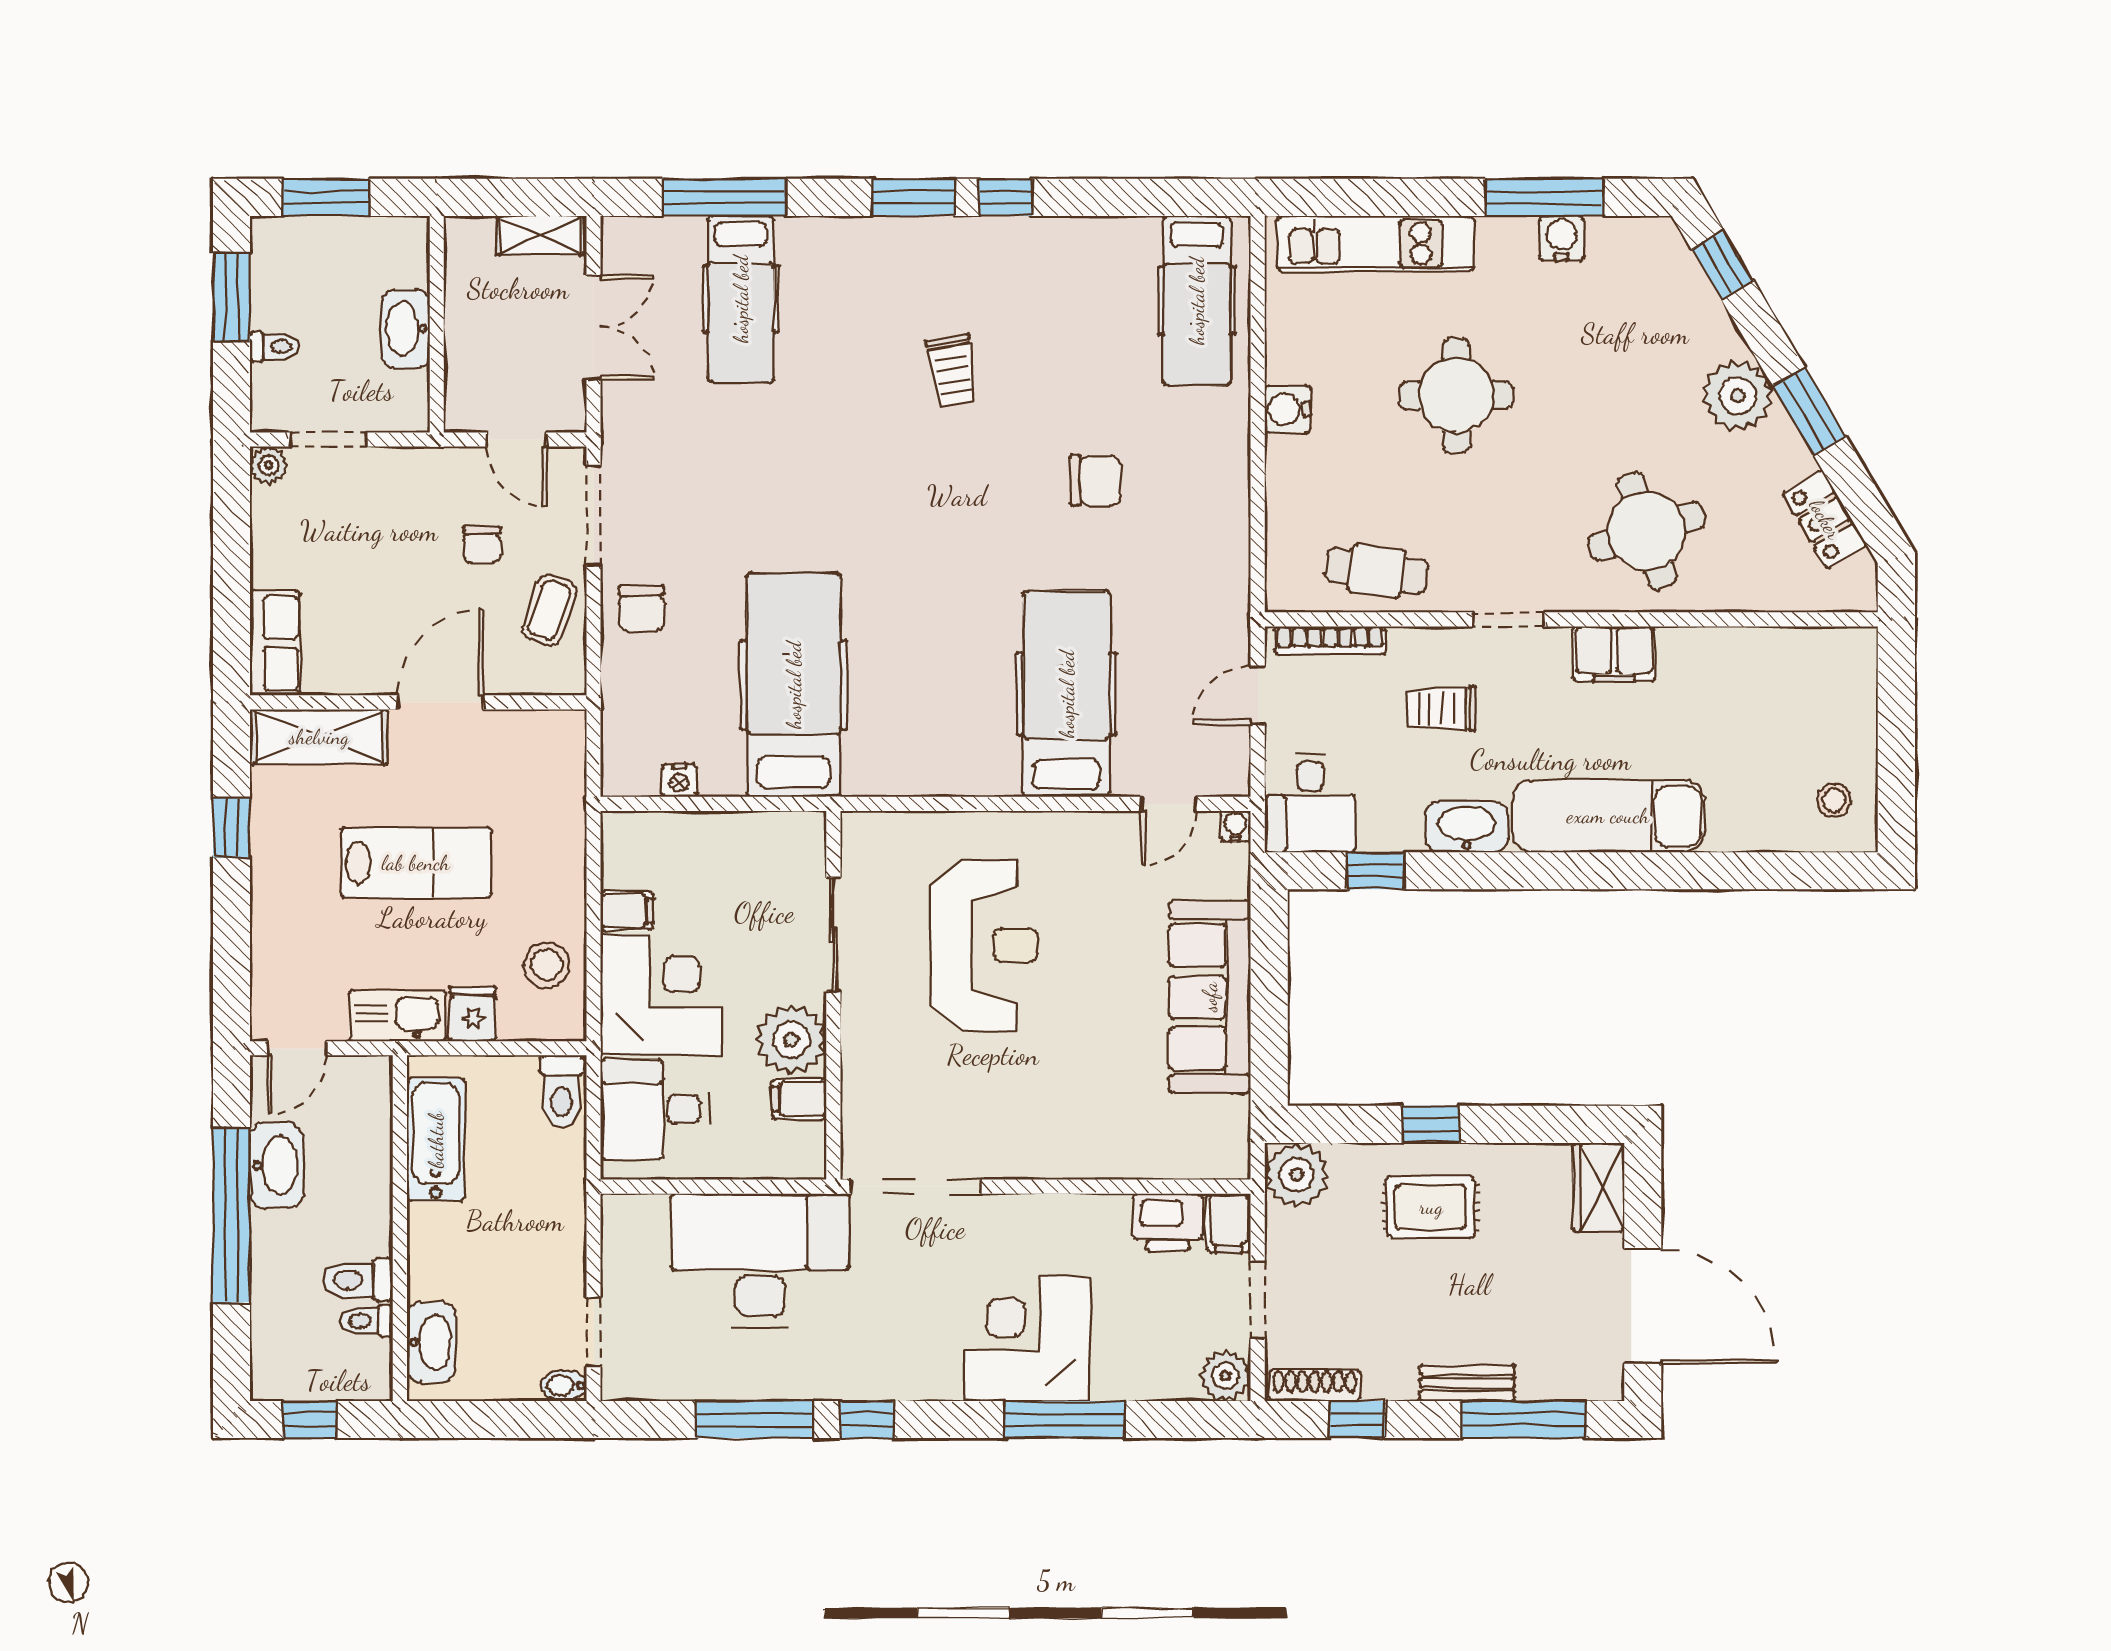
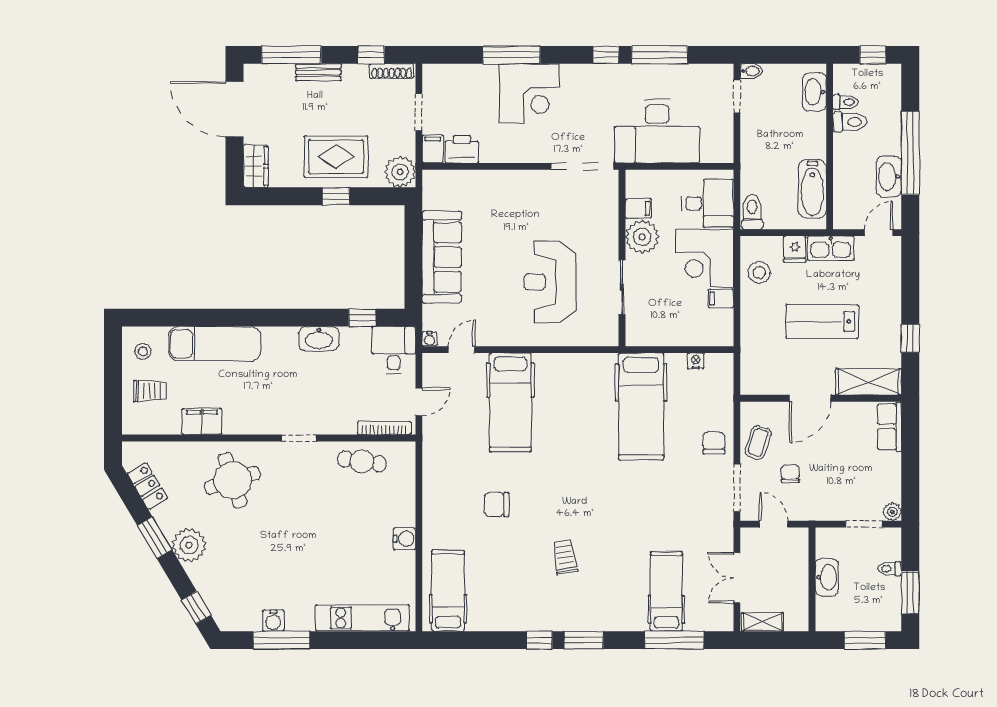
round table: (1456, 395) -> (324, 545), removed
filing cabinet: (1614, 654) -> (202, 422), moved
trolley: (1441, 708) -> (150, 391), moved
exam couch: (1608, 816) -> (215, 344), moved
rug: (1431, 1207) -> (336, 157), width x1.36, depth x1.43
plant: (1225, 1376) -> (434, 76), removed

